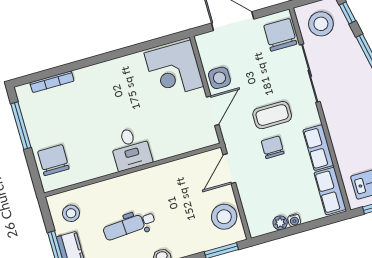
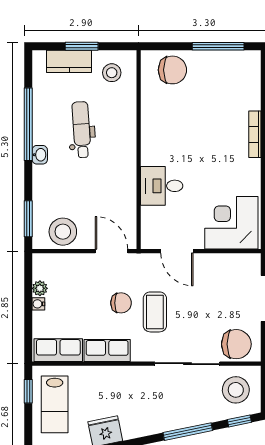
side table: (219, 78) -> (209, 268), removed
bookcase: (52, 82) -> (255, 134), moved
desk: (131, 149) -> (162, 186), moved

